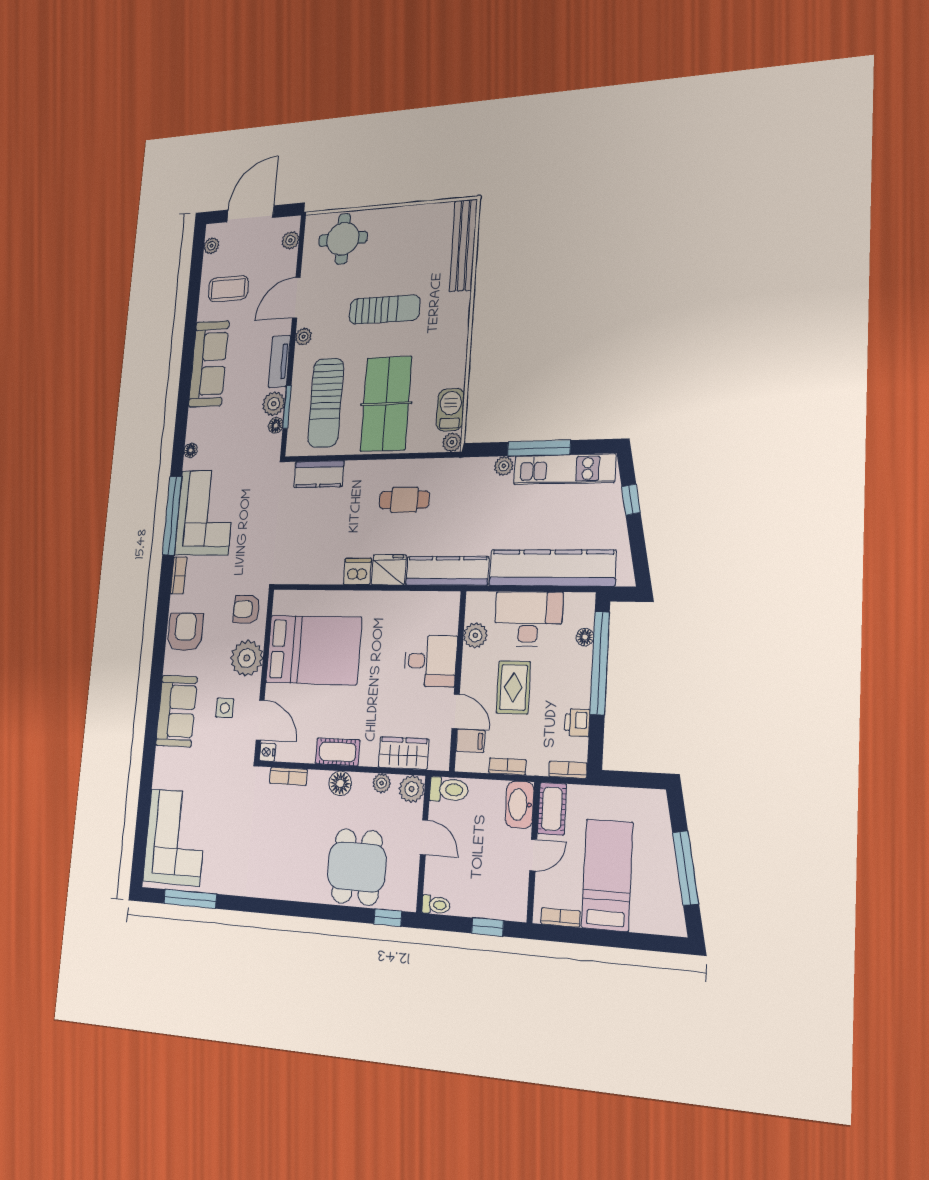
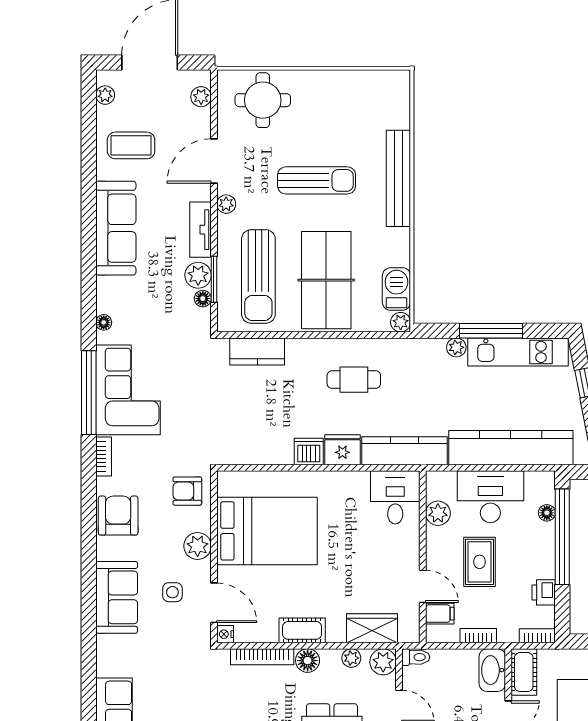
bench: (463, 245) -> (398, 178), moved
plant: (247, 658) -> (198, 546), width x0.73, depth x0.73
desk: (430, 661) -> (395, 497), moved, turned -90
bookcase: (288, 776) -> (262, 657), width x1.56
toilet: (449, 790) -> (416, 657), width x0.73, depth x0.72

